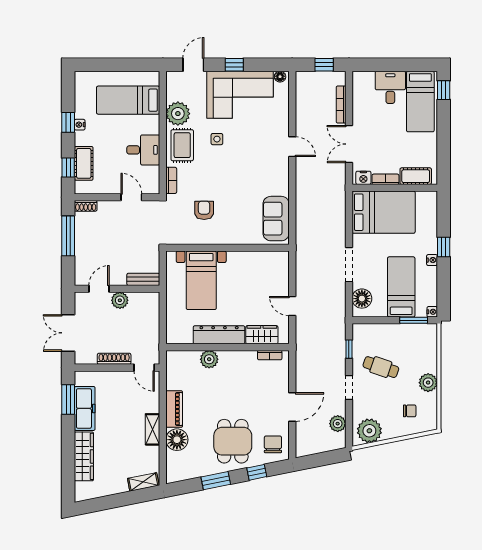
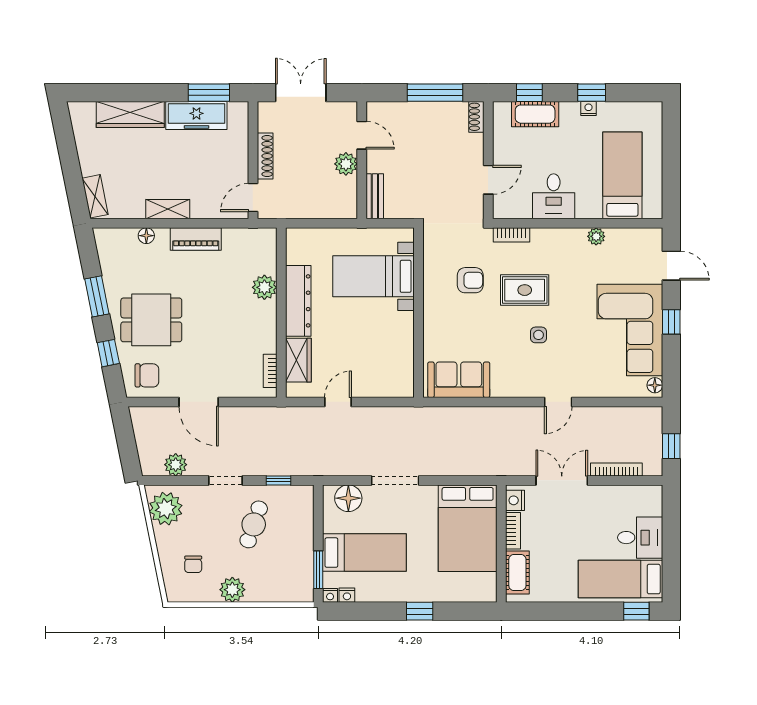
plant: (178, 114) -> (596, 236), width x0.53, depth x0.53
side table: (217, 139) -> (539, 335), moved
rug: (182, 145) -> (525, 290), moved
nightstand: (432, 260) -> (347, 595), moved
floor lamp: (177, 440) -> (146, 236), width x0.53, depth x0.53

